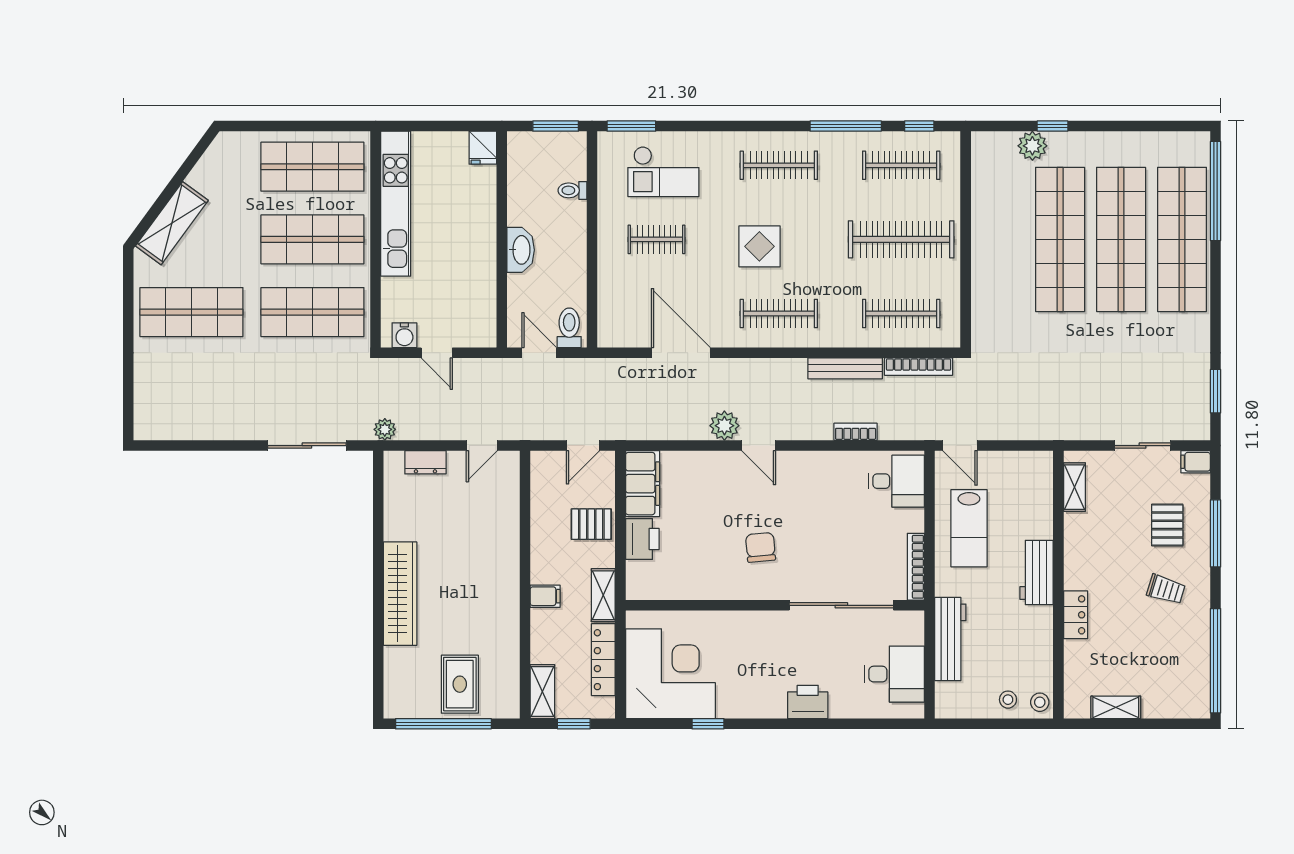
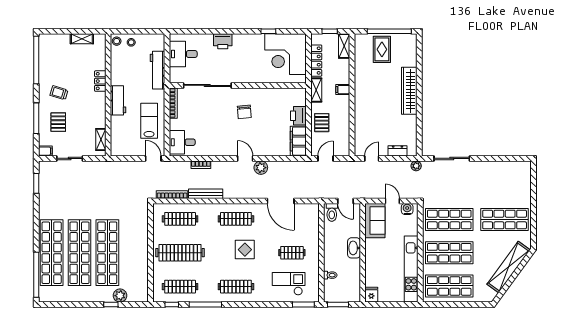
shelving: (172, 223) -> (508, 267), width x1.47
sofa: (475, 310) -> (375, 221), added
pallet: (591, 524) -> (322, 123), turned 90

